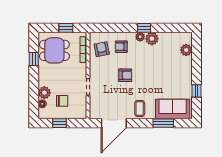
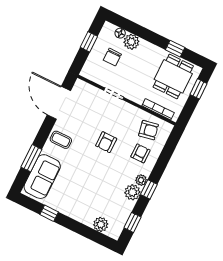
window: (66, 28) -> (199, 89), moved
window: (174, 28) -> (132, 222), added

